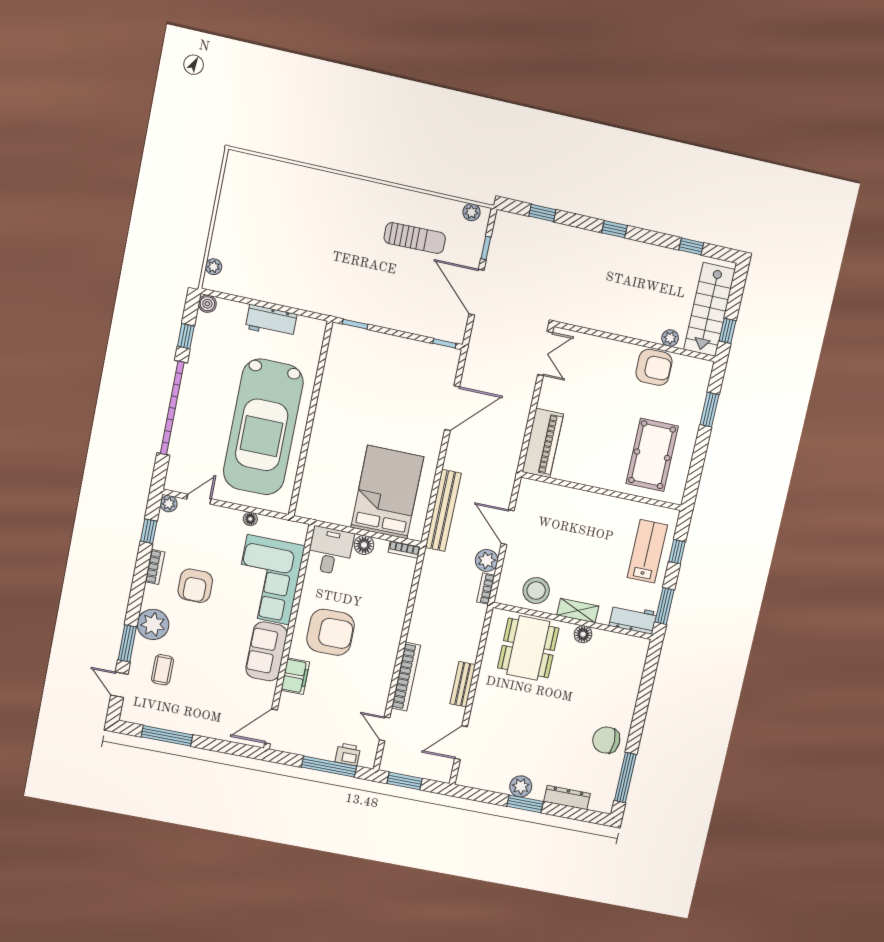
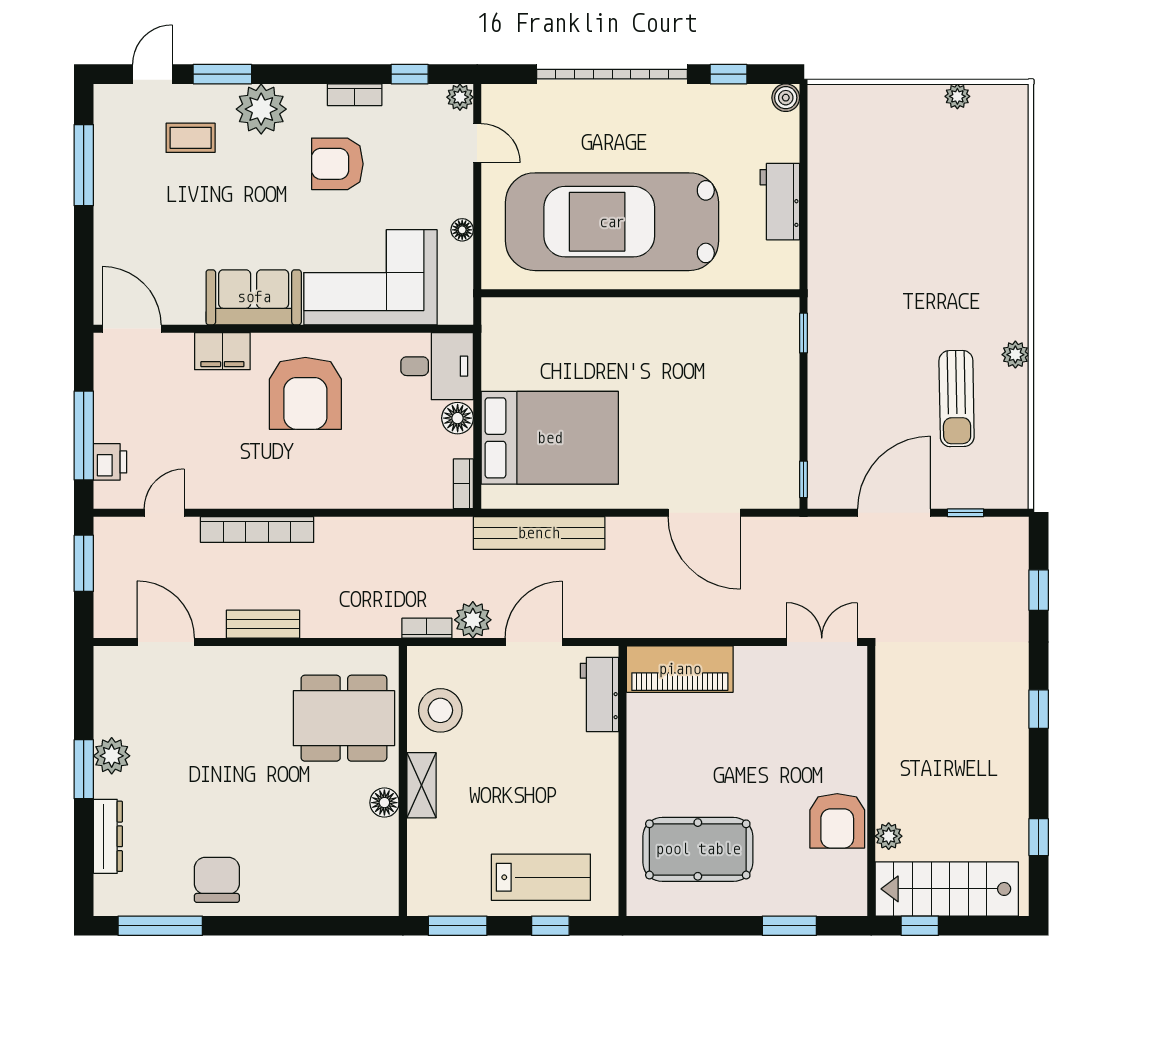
plant: (472, 212) -> (1015, 355), moved
plant: (214, 267) -> (957, 96), moved
double door: (545, 354) -> (822, 642), swing flipped
workbench: (633, 619) -> (599, 694), moved, turned 180

